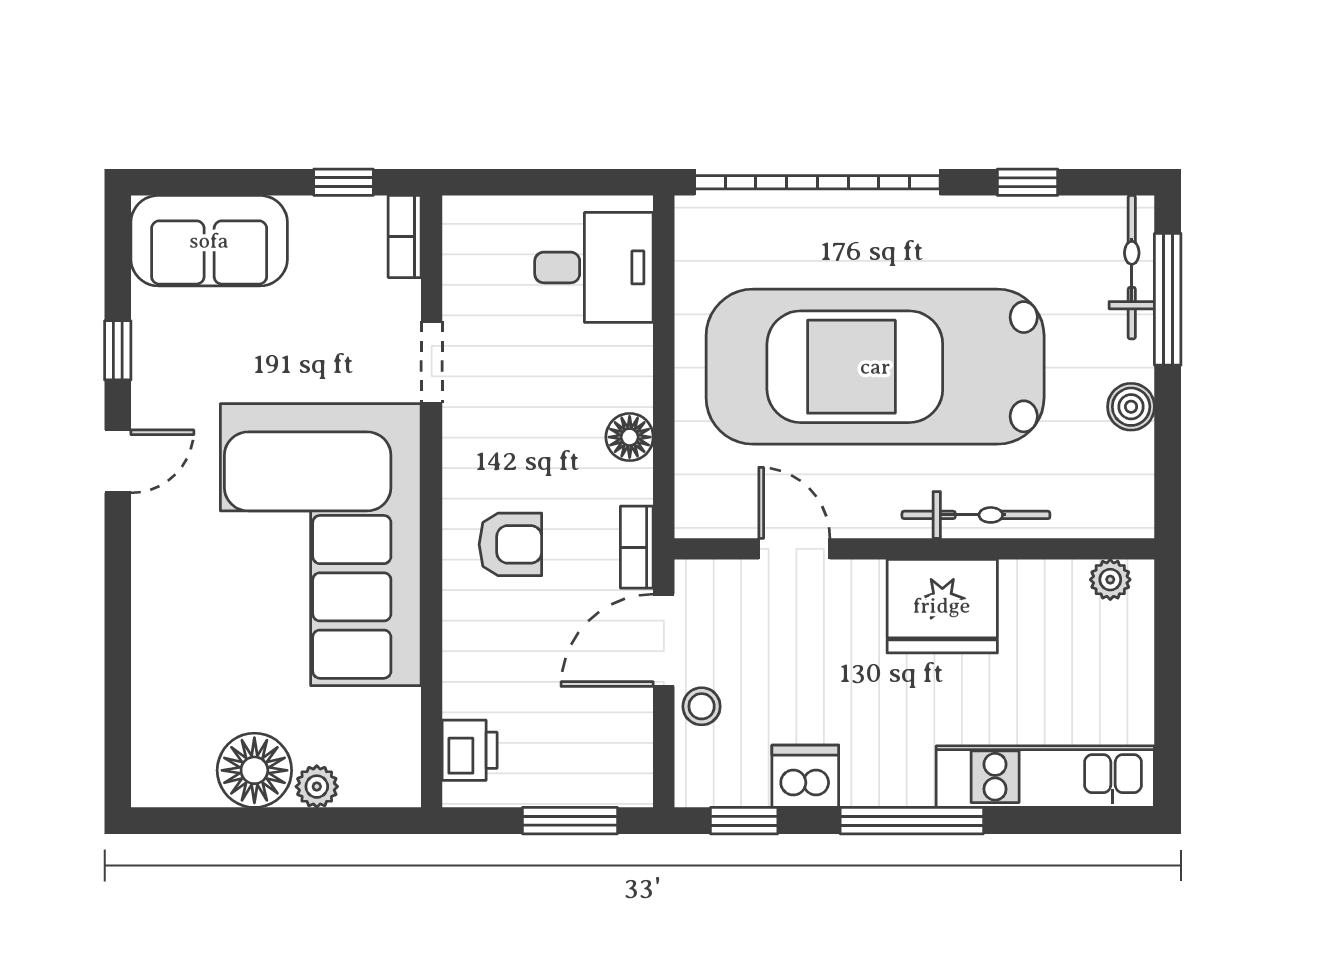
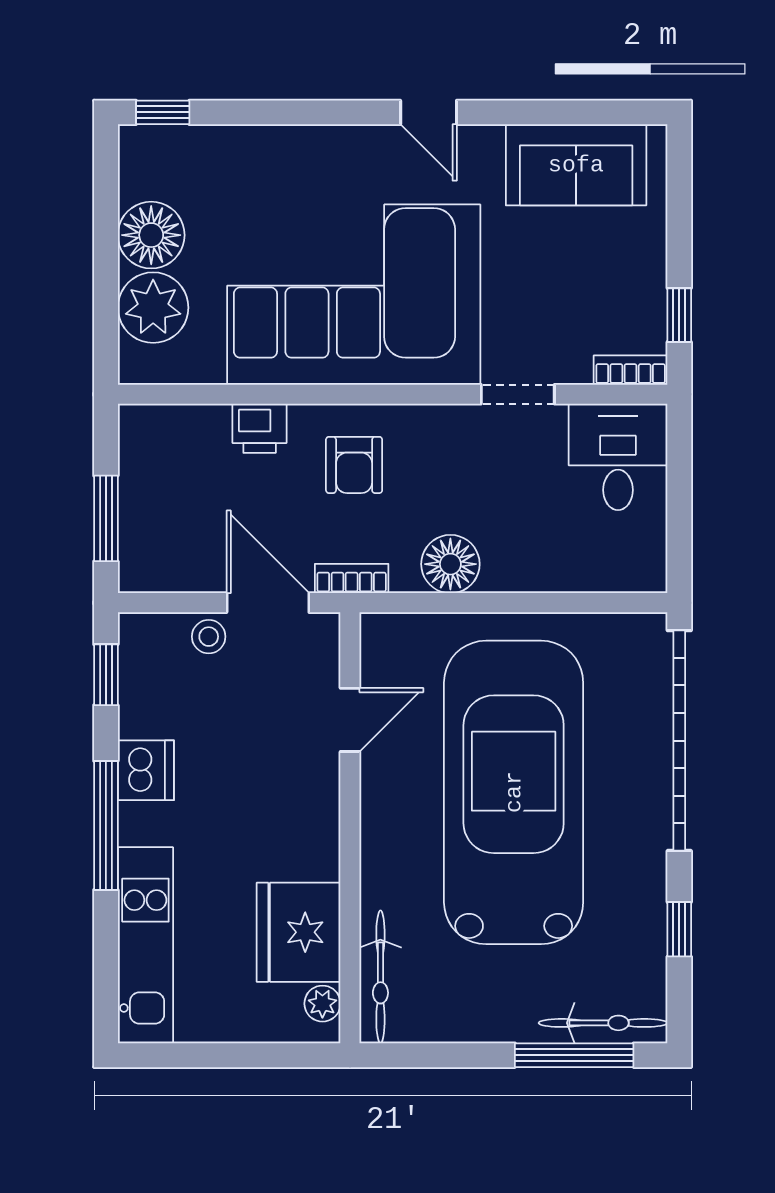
sofa: (209, 241) -> (576, 165), moved, turned -90
desk: (594, 267) -> (618, 457), moved, turned 180
window: (118, 350) -> (163, 112), moved
boiler: (1131, 407) -> (478, 1022), removed
floor lamp: (630, 437) -> (450, 564), width x1.38, depth x1.38
bicycle: (976, 515) -> (380, 977), moved
fridge: (942, 606) -> (299, 932), moved
printer: (470, 750) -> (260, 428), moved
dishwasher: (805, 776) -> (146, 770), moved
plant: (317, 787) -> (153, 308), width x1.88, depth x1.88

